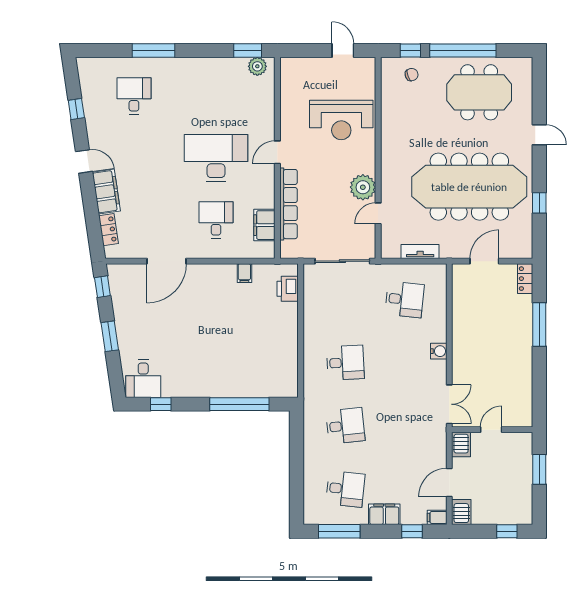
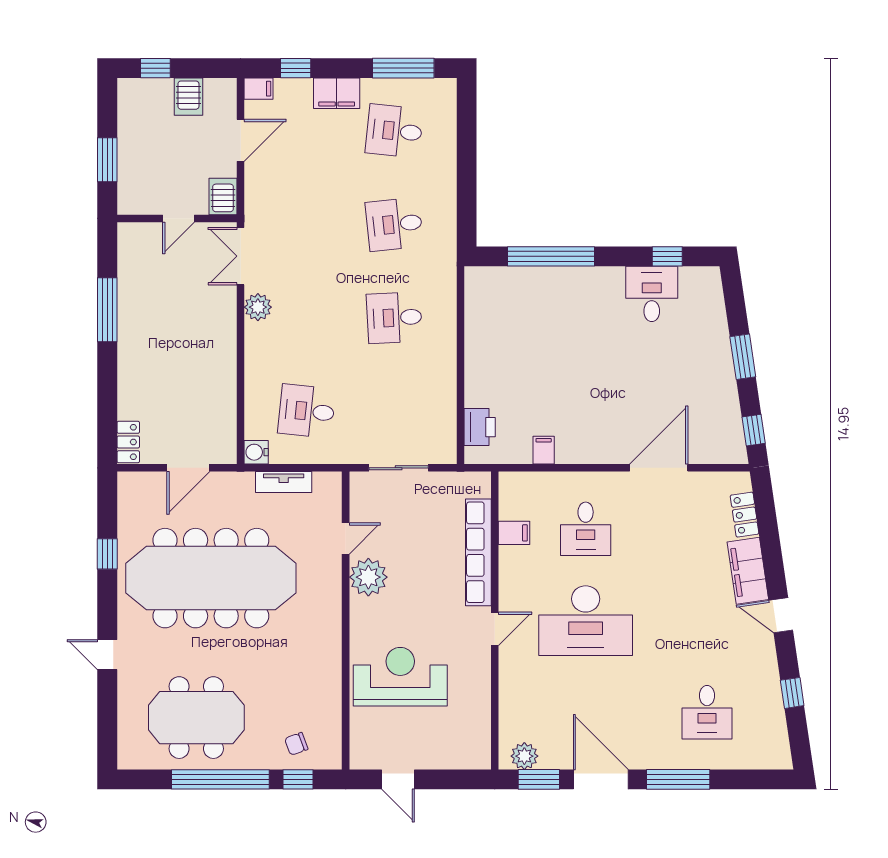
door: (206, 50) -> (601, 779), added
filing cabinet: (264, 225) -> (514, 533), width x0.50
sliding door: (342, 261) -> (399, 468), width x0.73
window: (539, 325) -> (107, 310), moved
water cooler: (439, 351) -> (256, 452), moved
plant: (437, 370) -> (258, 307), added
desk: (143, 379) -> (652, 294), moved
server rack: (461, 512) -> (188, 97), moved

